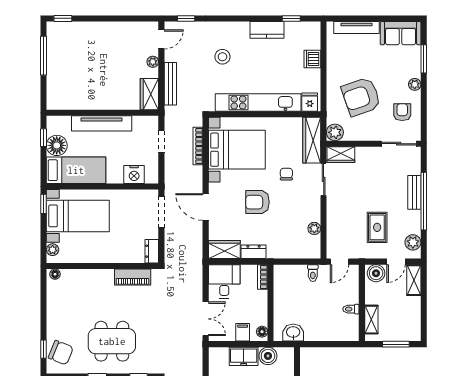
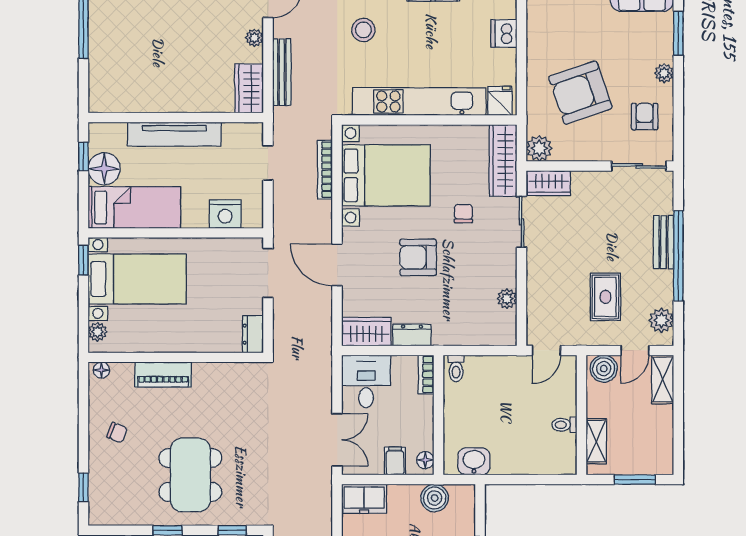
toilet: (313, 273) -> (456, 368), moved
piano: (133, 277) -> (163, 375), moved
dining table: (112, 341) -> (190, 475), turned 90
chair: (61, 353) -> (117, 433), moved, width x0.54, depth x0.54
freezer: (244, 356) -> (364, 499), moved

